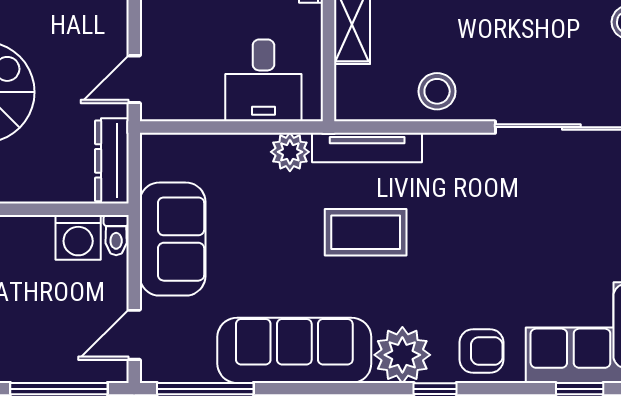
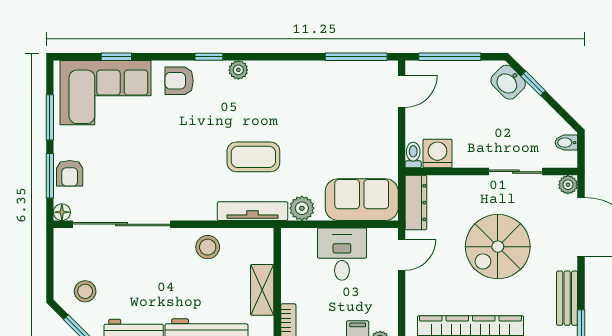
desk: (263, 80) -> (342, 254), moved
sofa: (173, 239) -> (362, 200), moved, turned 90
sofa: (294, 350) -> (299, 81), removed
plant: (402, 355) -> (238, 70), width x0.53, depth x0.53

